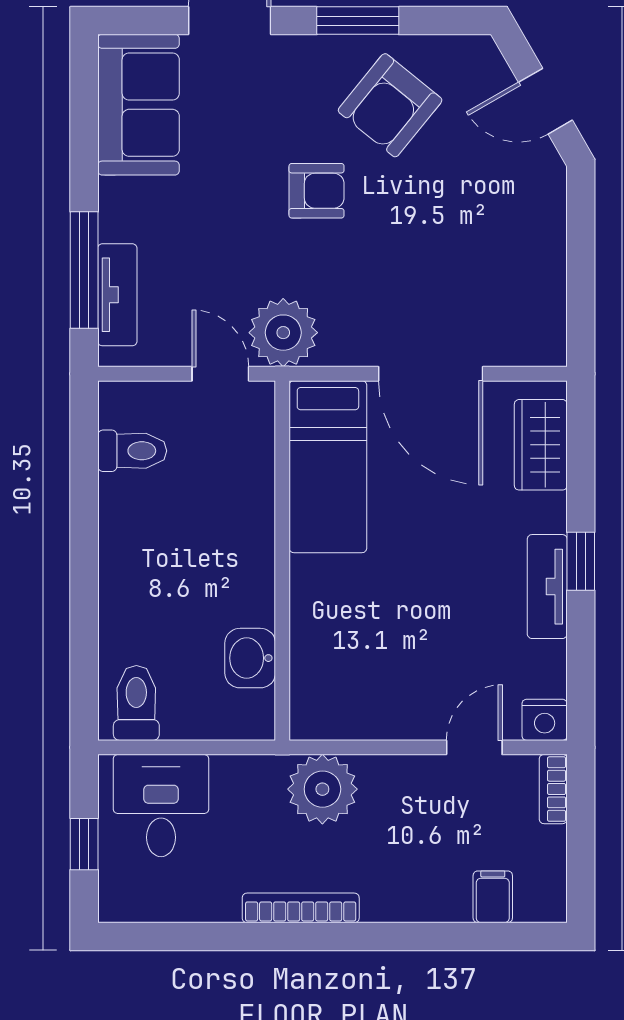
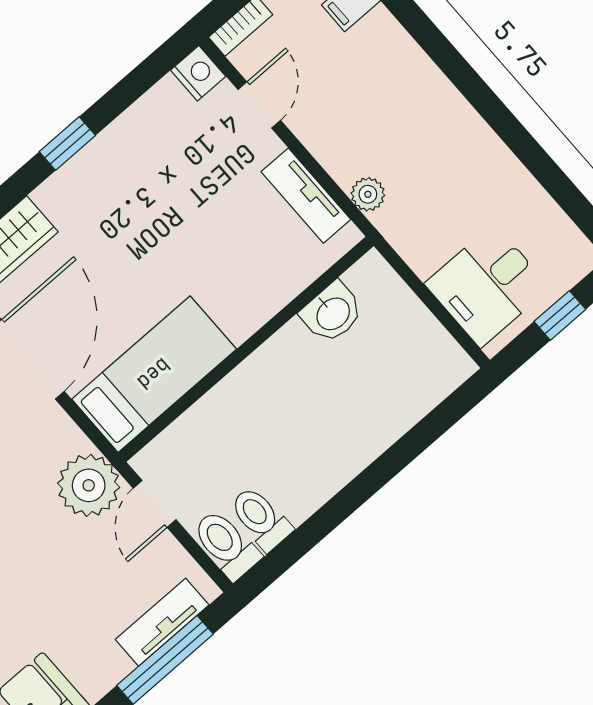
tv unit: (547, 587) -> (306, 196), moved, turned 90
toilet: (136, 703) -> (226, 545), moved, turned 90
door: (474, 747) -> (259, 105), swing flipped
plant: (322, 789) -> (368, 194), width x0.53, depth x0.53
bookcase: (301, 908) -> (474, 128), removed

